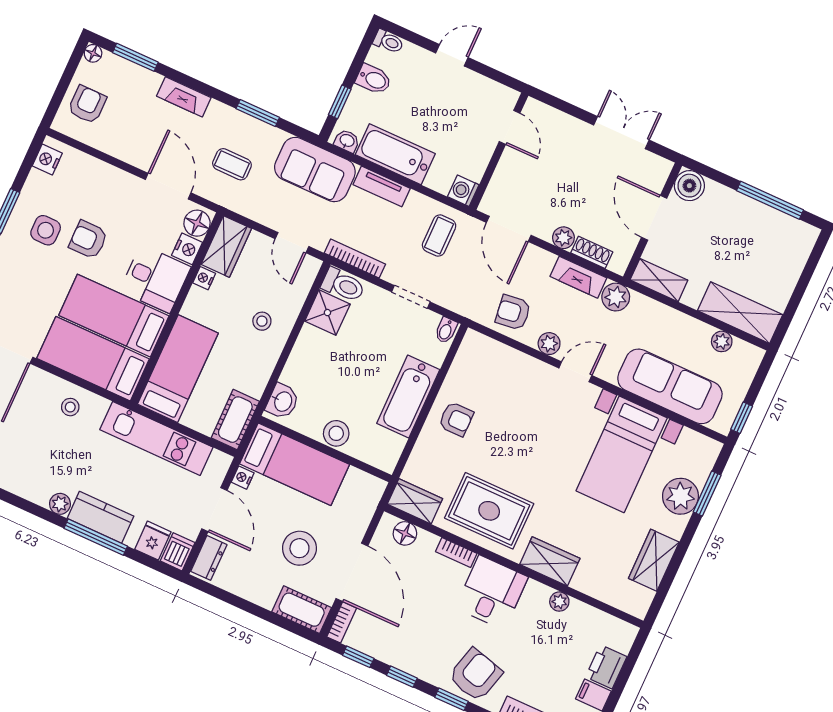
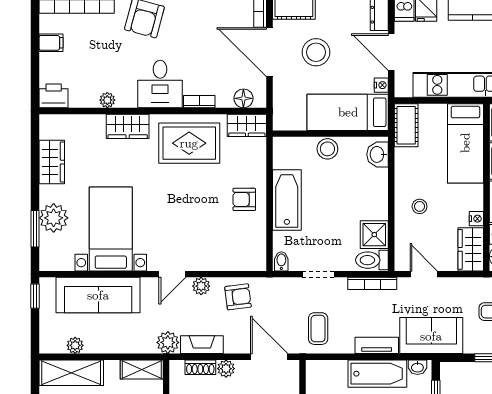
washing machine: (463, 191) -> (315, 370), removed
printer: (606, 667) -> (54, 96), moved, turned -90

